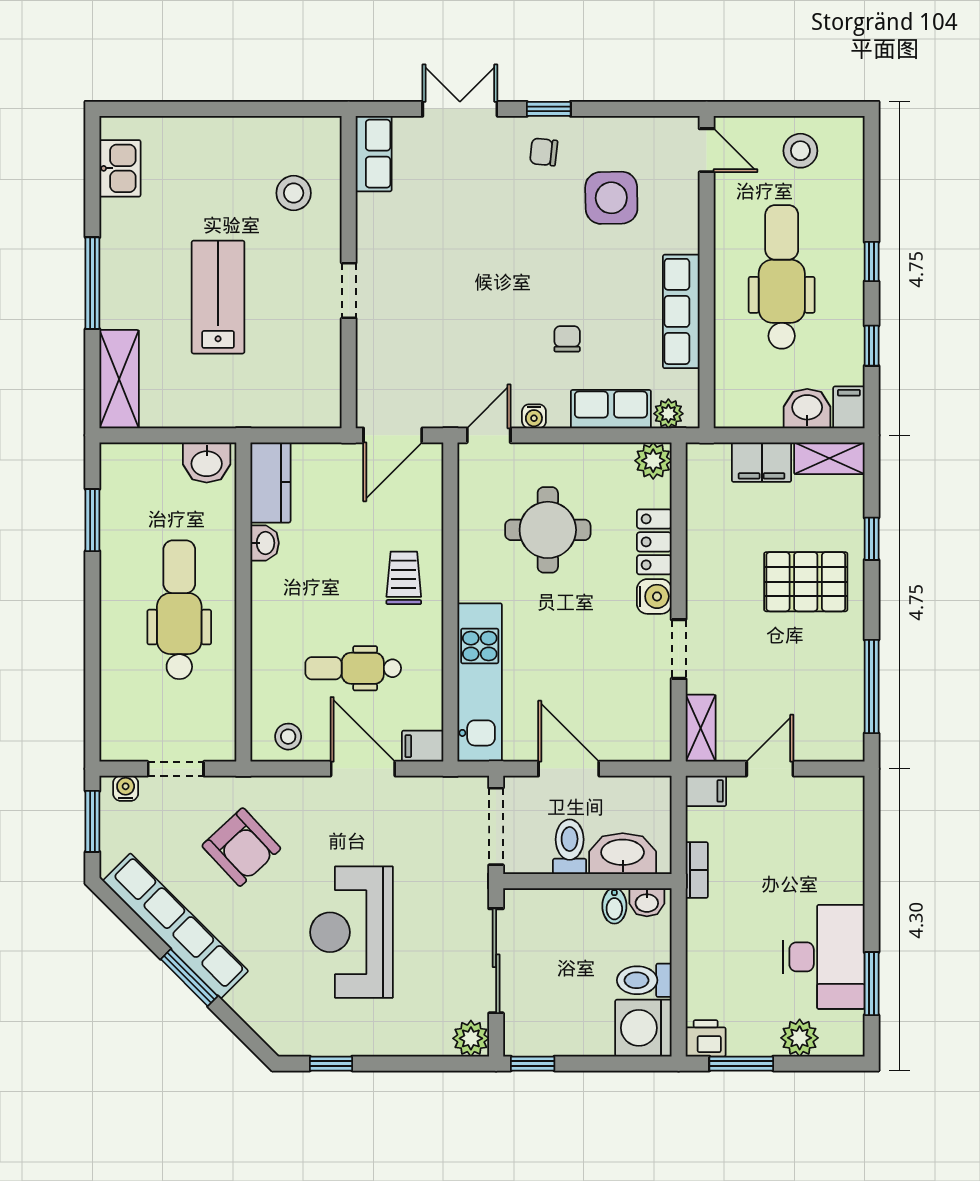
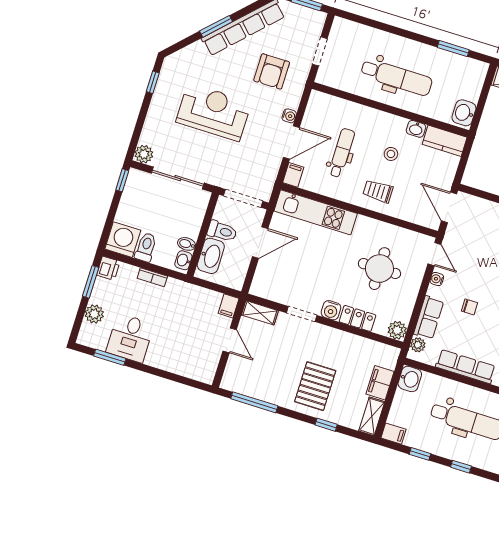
washbasin: (807, 409) -> (410, 379), moved
trolley: (404, 578) -> (378, 191), turned 180
stool: (288, 737) -> (391, 154), moved
water cooler: (126, 788) -> (289, 116), moved
armchair: (241, 847) -> (272, 71), turned -47
bookcase: (697, 870) -> (152, 277), moved
desk: (824, 957) -> (130, 338), width x0.73

